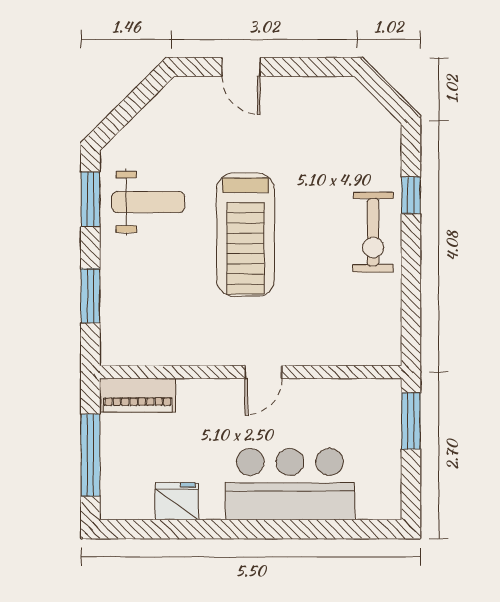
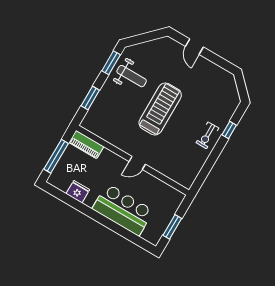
exercise bike: (373, 232) -> (207, 135), width x0.73, depth x0.72
treadmill: (246, 235) -> (160, 109), turned 180
window: (411, 421) -> (172, 227), moved

